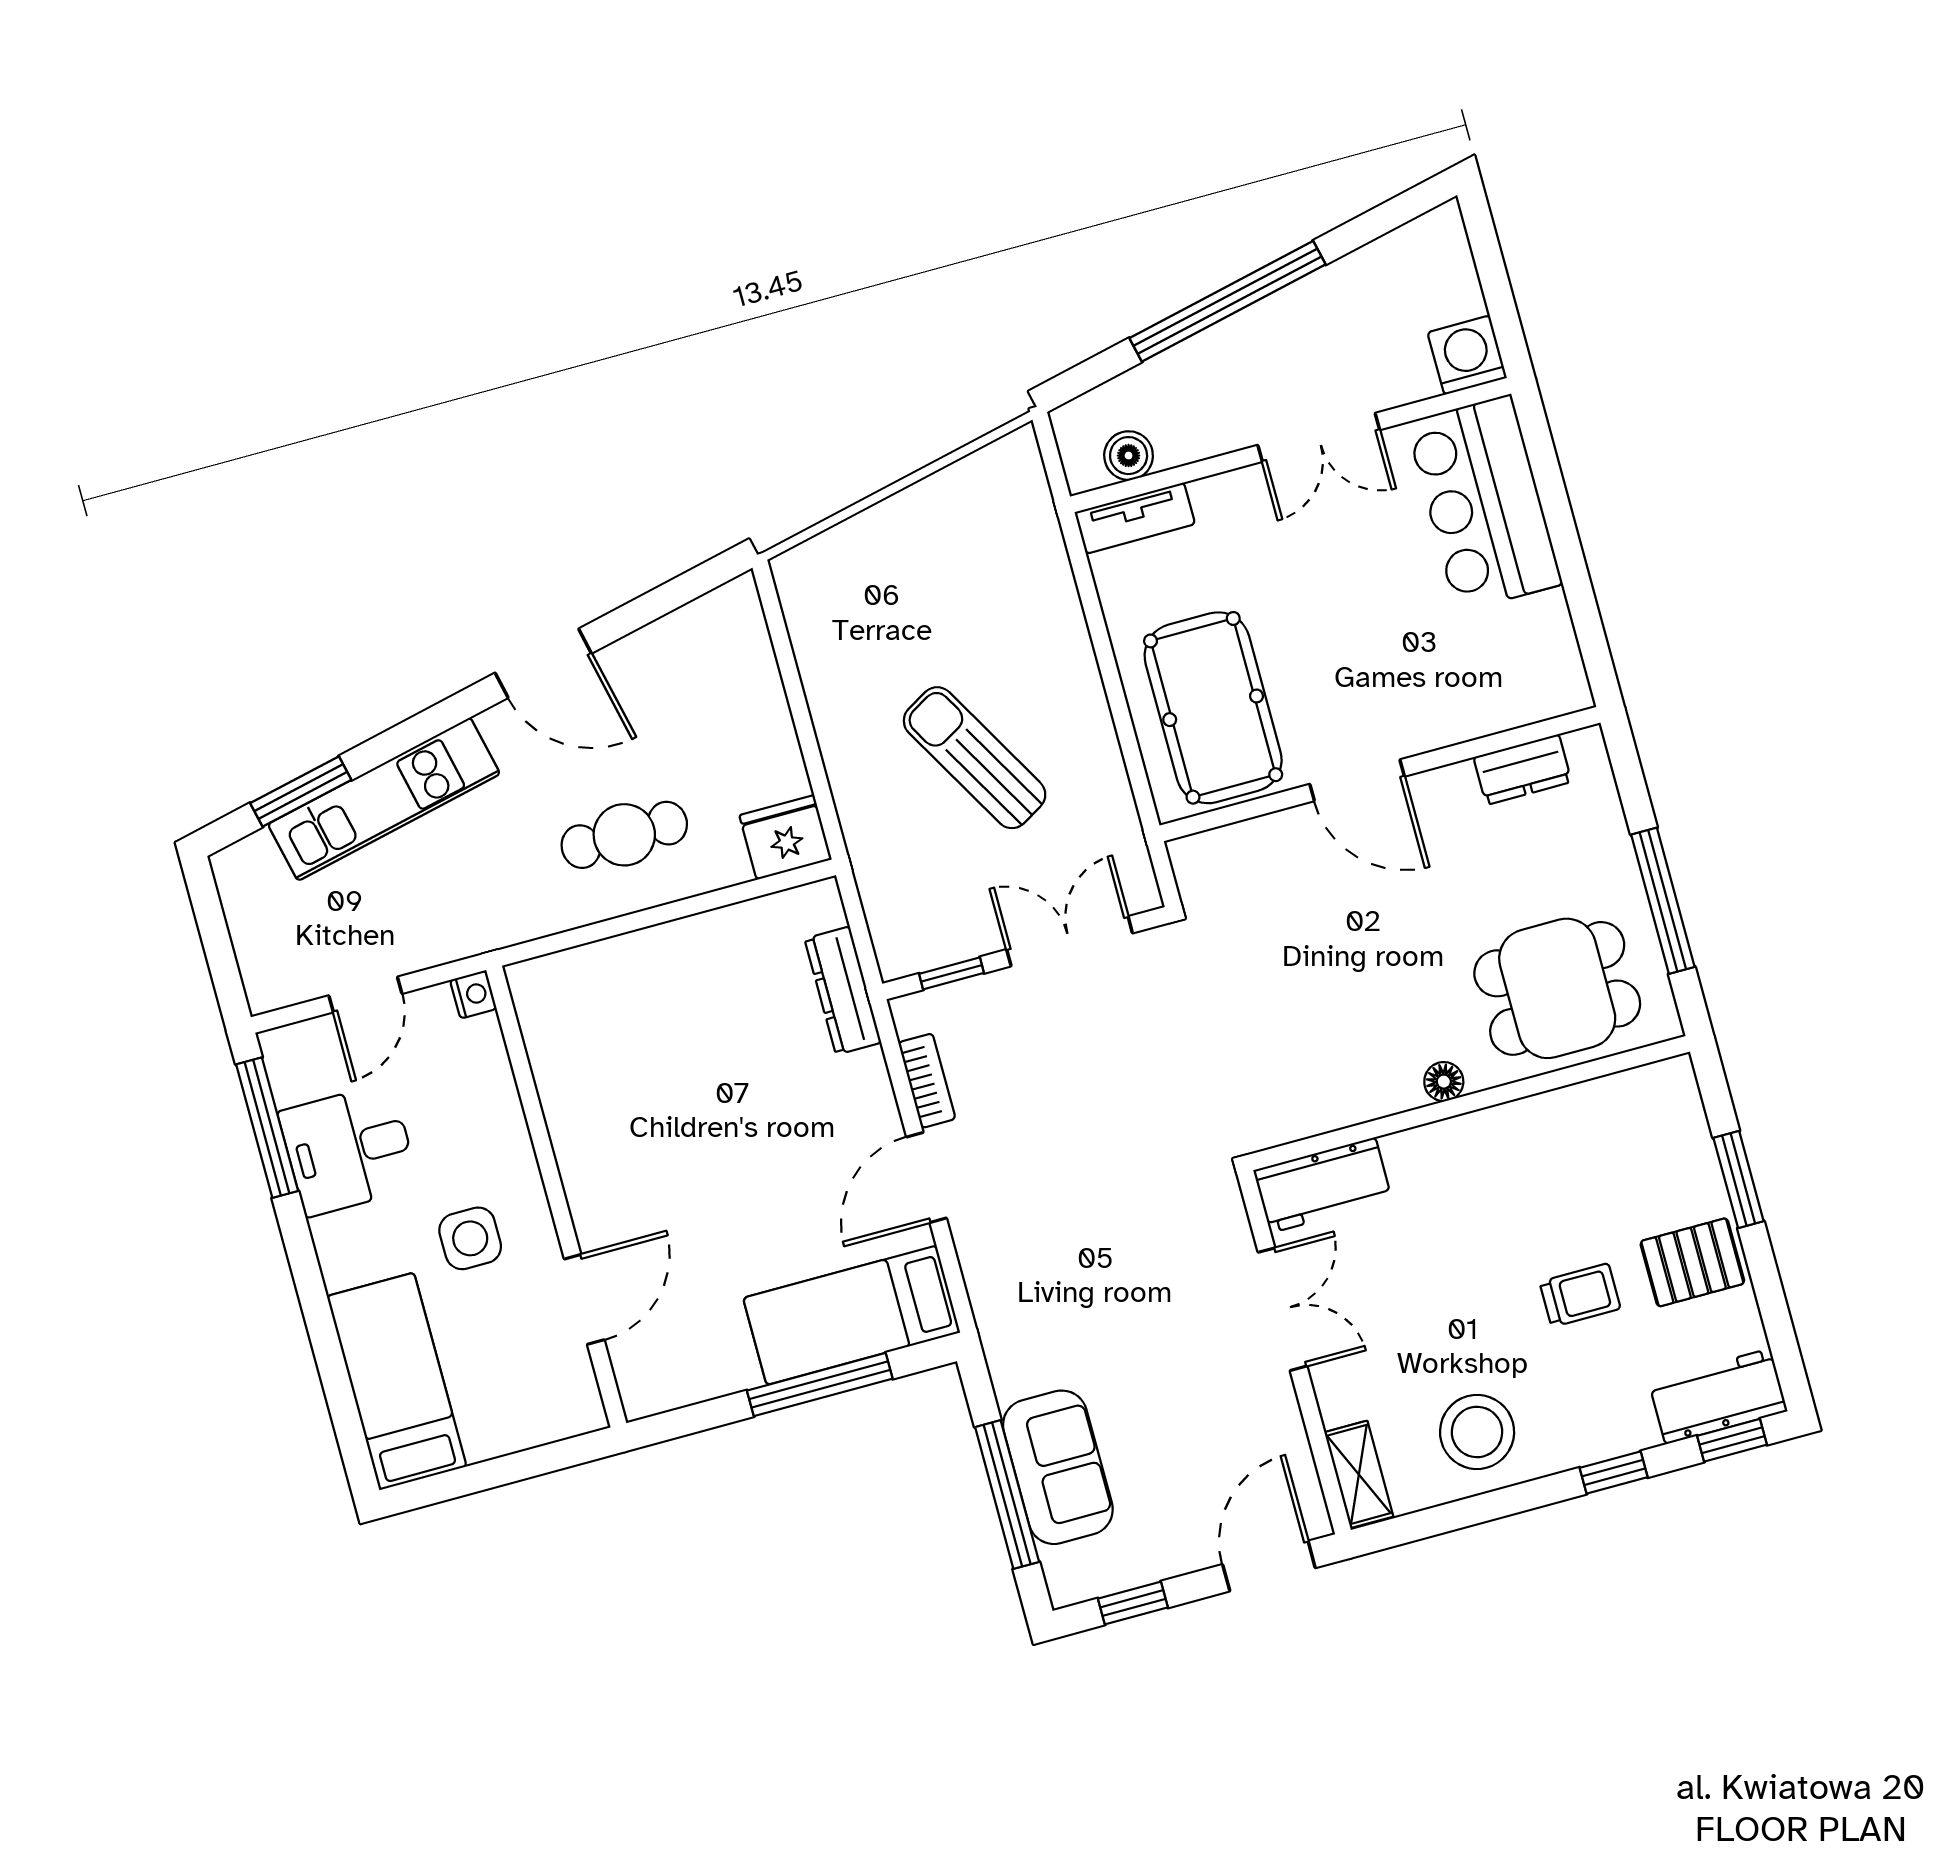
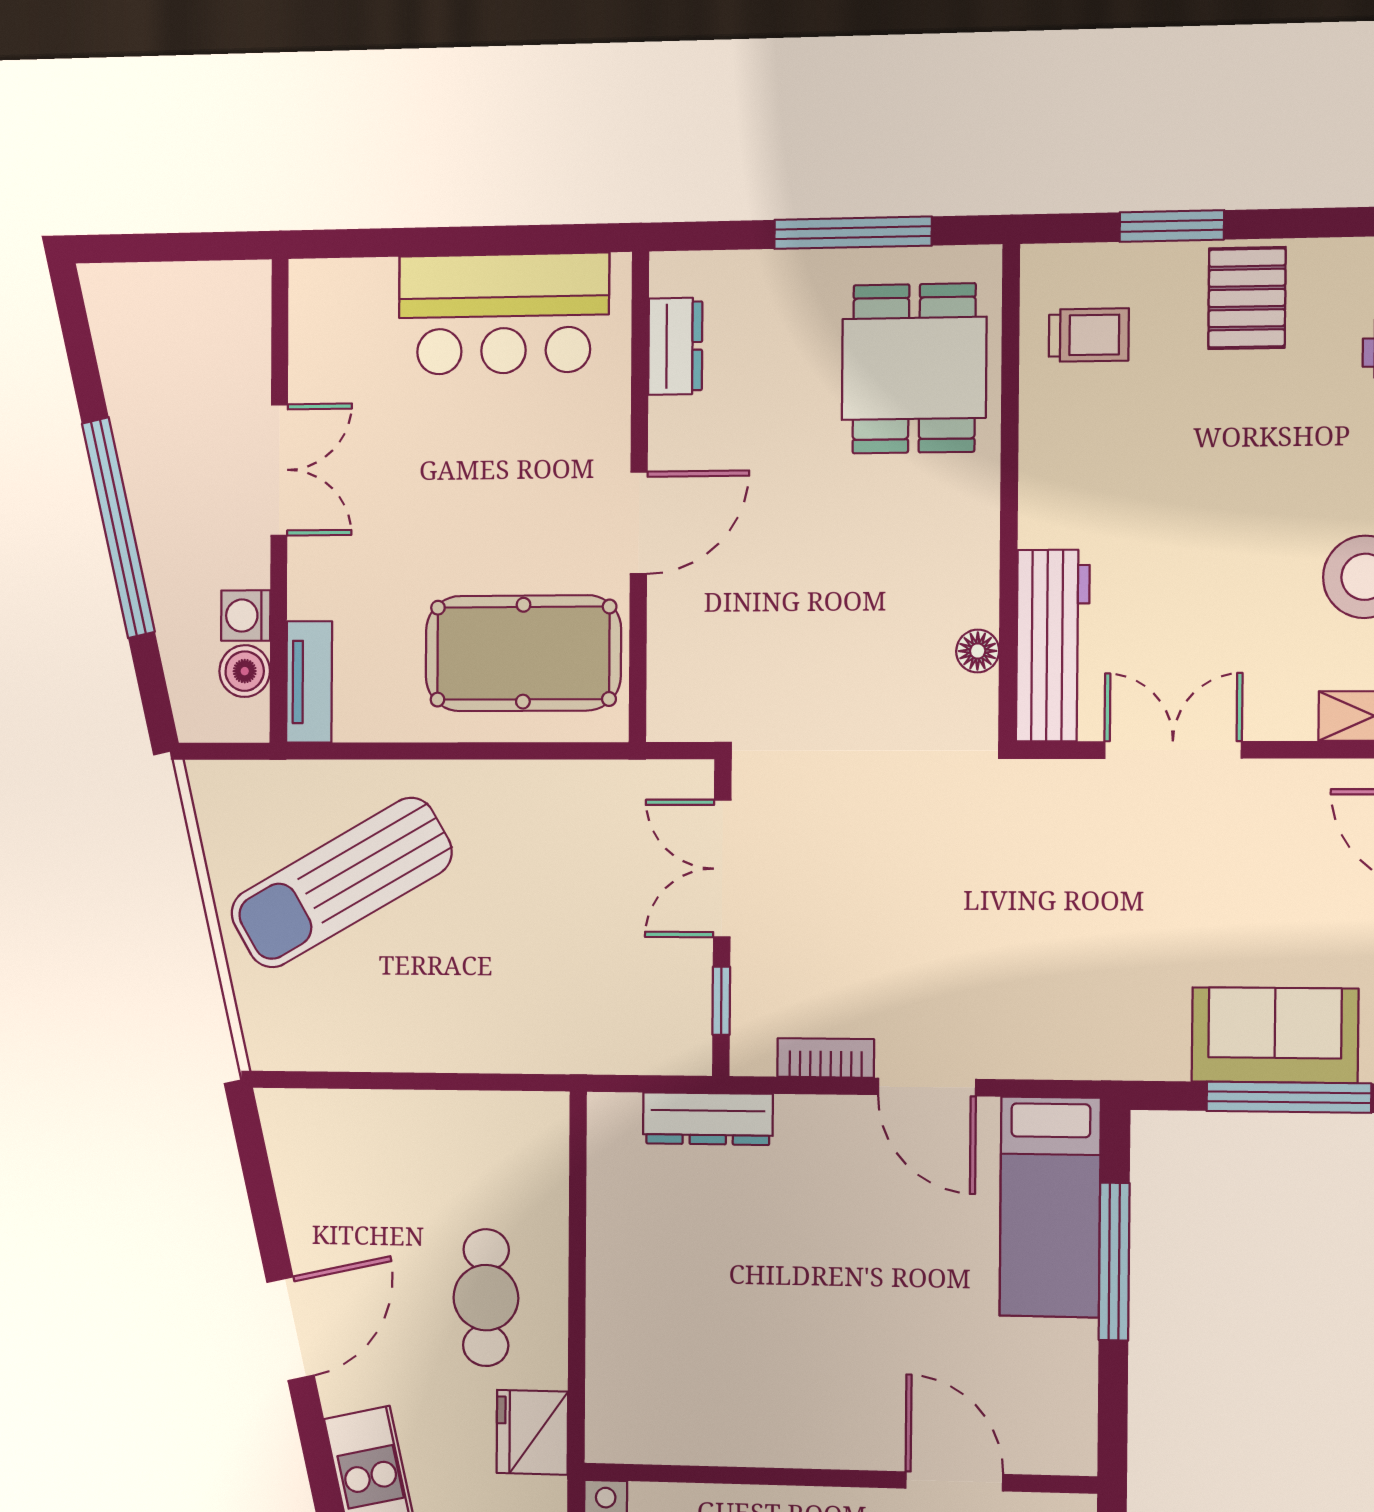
washing machine: (1467, 355) -> (246, 616), moved, width x0.73, depth x0.73
bar counter: (1484, 503) -> (504, 314), moved
sun lounger: (975, 758) -> (341, 883), moved, width x1.36, depth x1.34
fridge: (785, 837) -> (532, 1432), moved
floor lamp: (1444, 1082) -> (978, 651), moved
workbench: (1323, 1185) -> (1053, 646), width x1.38
trolley: (1580, 1295) -> (1089, 335), moved, turned 90

